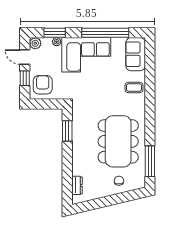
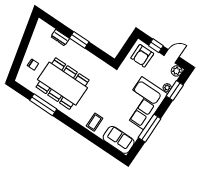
window: (105, 33) -> (150, 128), width x0.68
armchair: (43, 85) -> (142, 56), turned 90
window: (67, 131) -> (79, 40), moved
window: (150, 161) -> (43, 105), moved
dresser: (77, 185) -> (60, 38), moved

